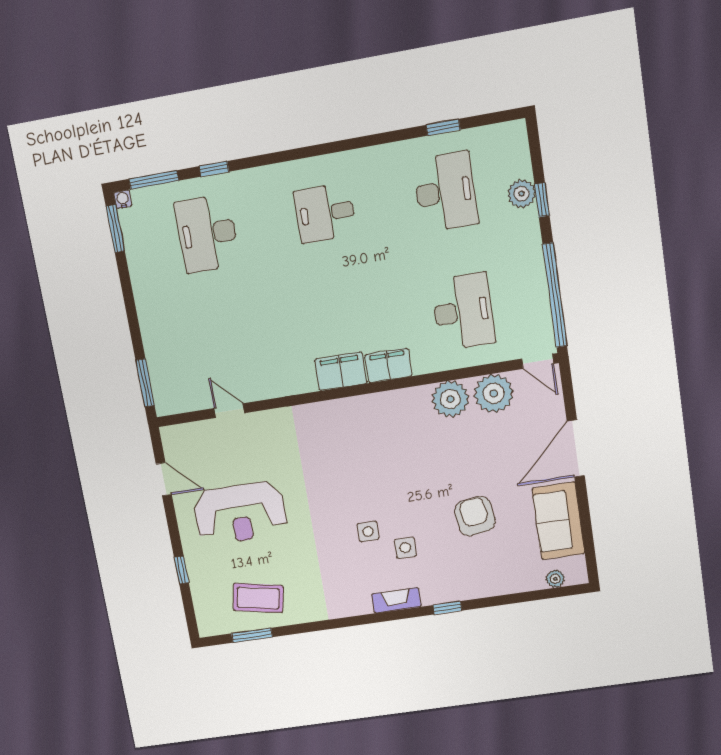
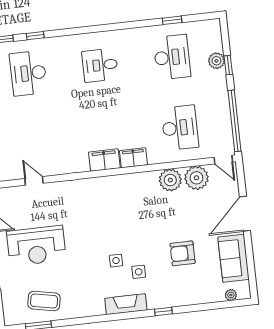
armchair: (475, 516) -> (183, 253), turned -82
fireplace: (396, 600) -> (126, 304), width x1.37, depth x1.32

